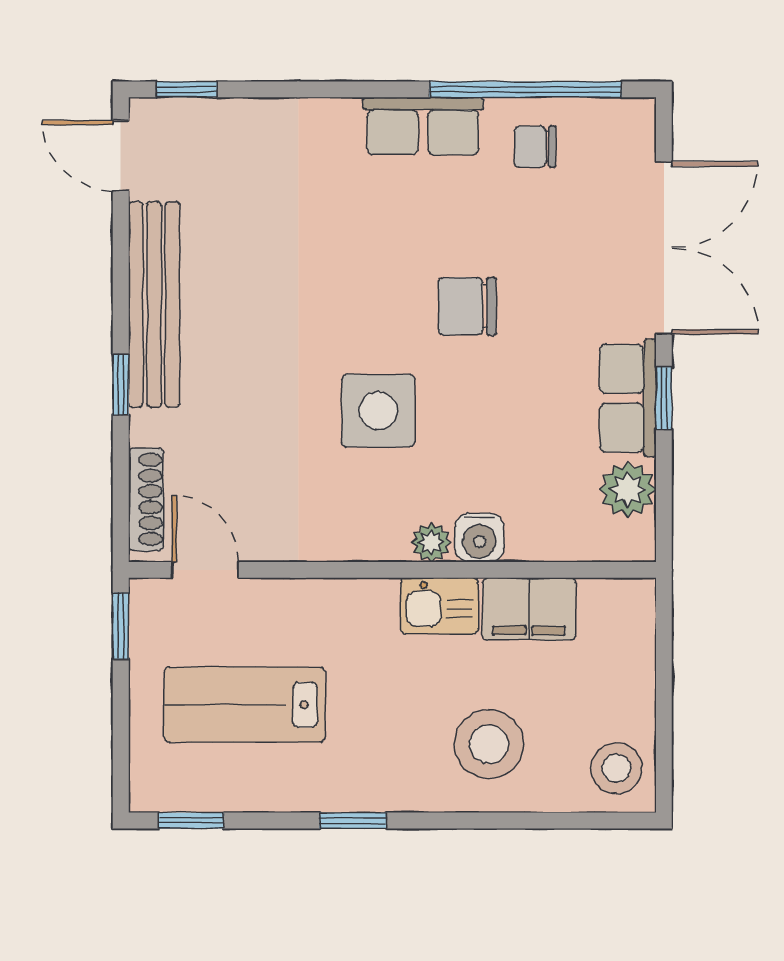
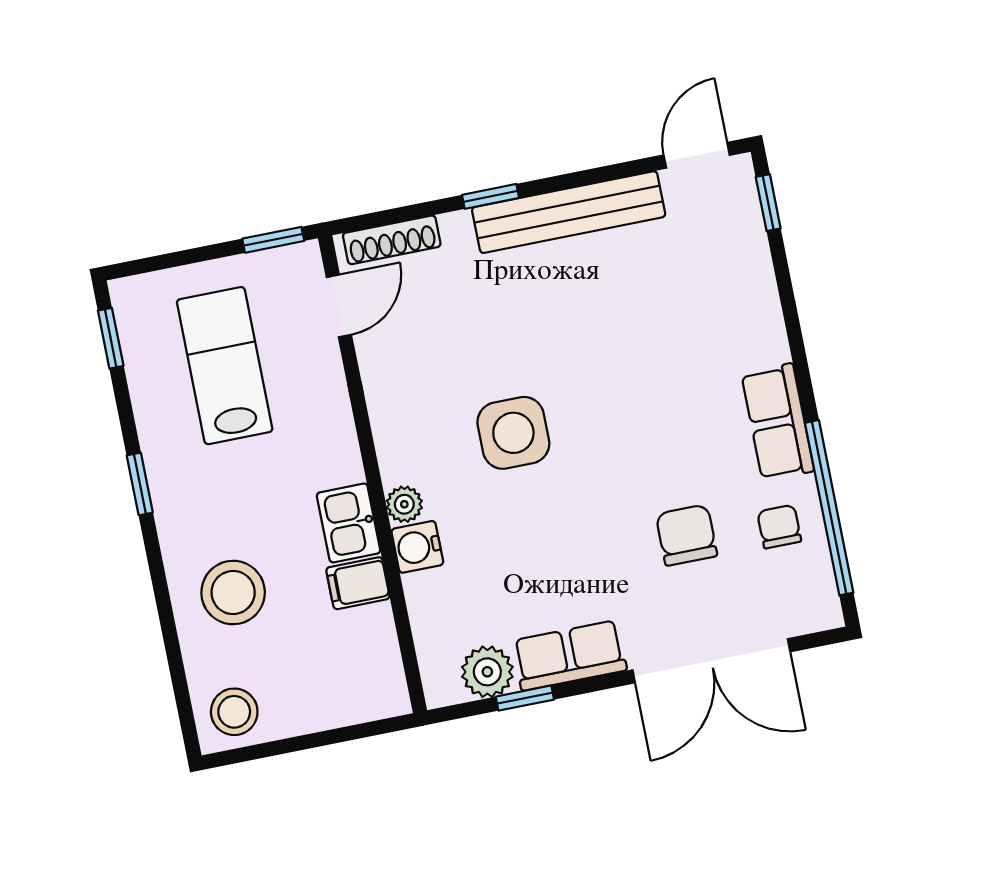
chair: (467, 306) -> (686, 535), moved
window: (664, 398) -> (525, 698), moved
filing cabinet: (529, 609) -> (358, 583), width x0.50

